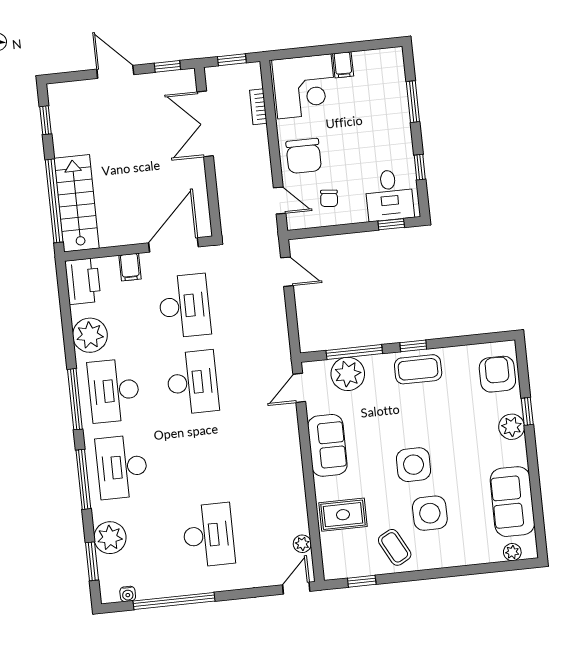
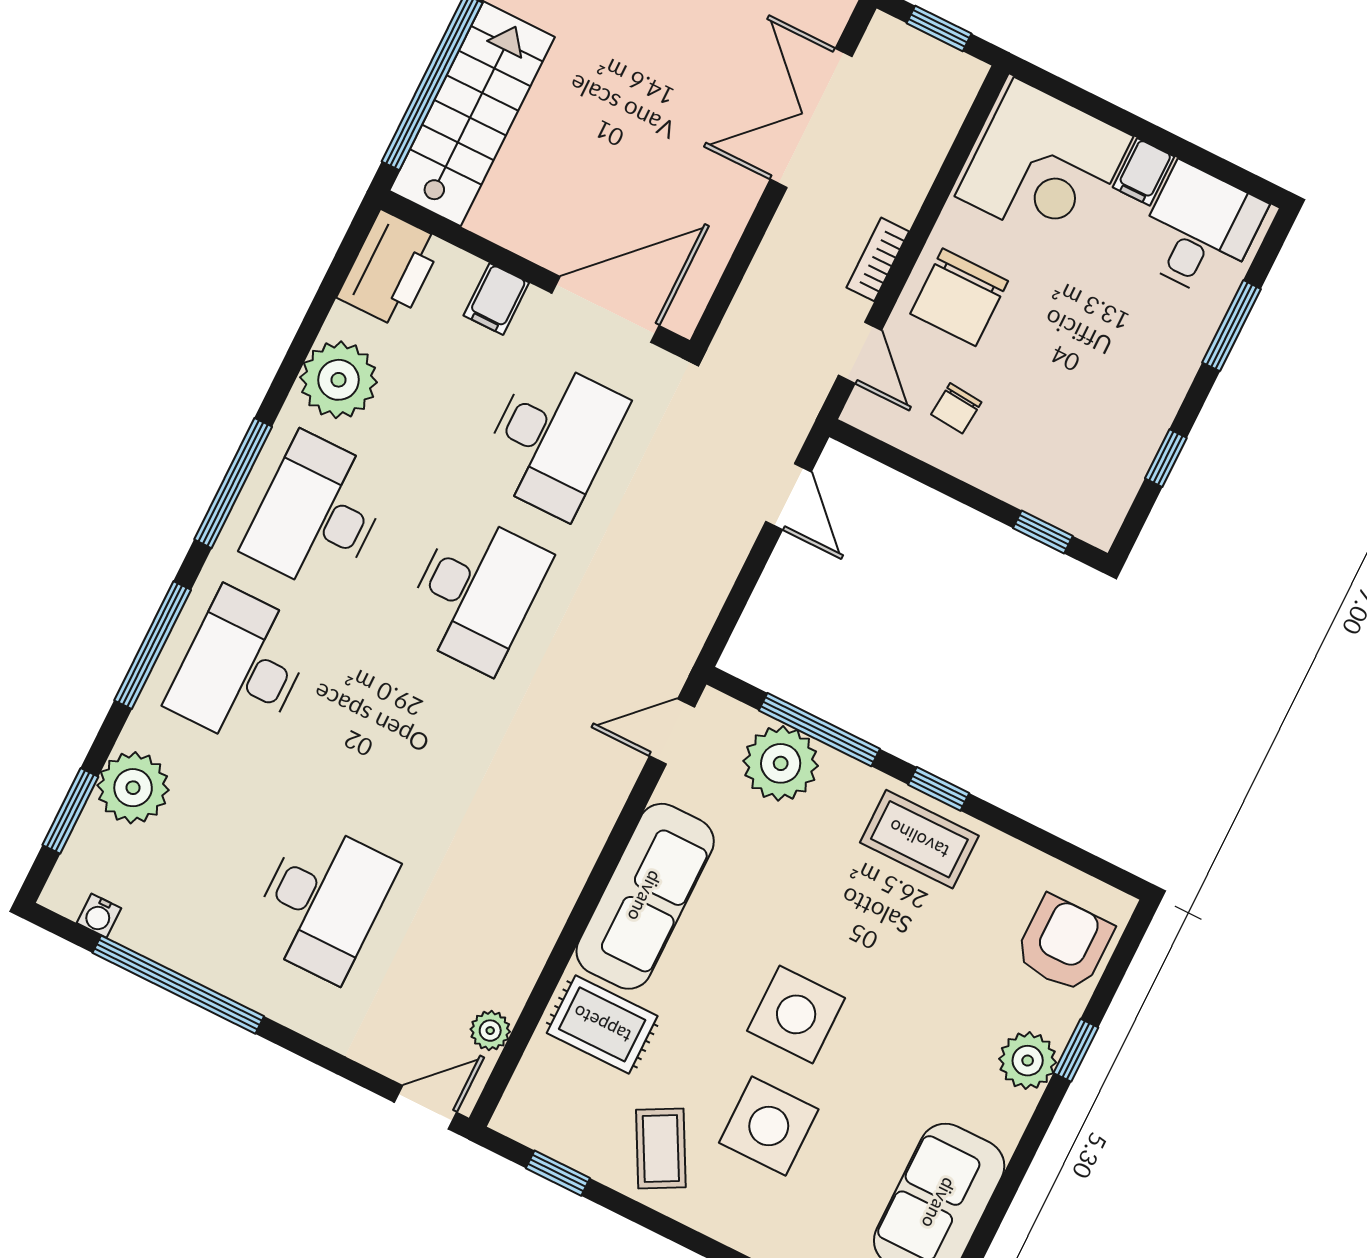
bookcase: (258, 107) -> (878, 259), moved
desk: (389, 195) -> (1199, 231), moved, turned 180
sofa: (327, 445) -> (645, 896), width x1.36

